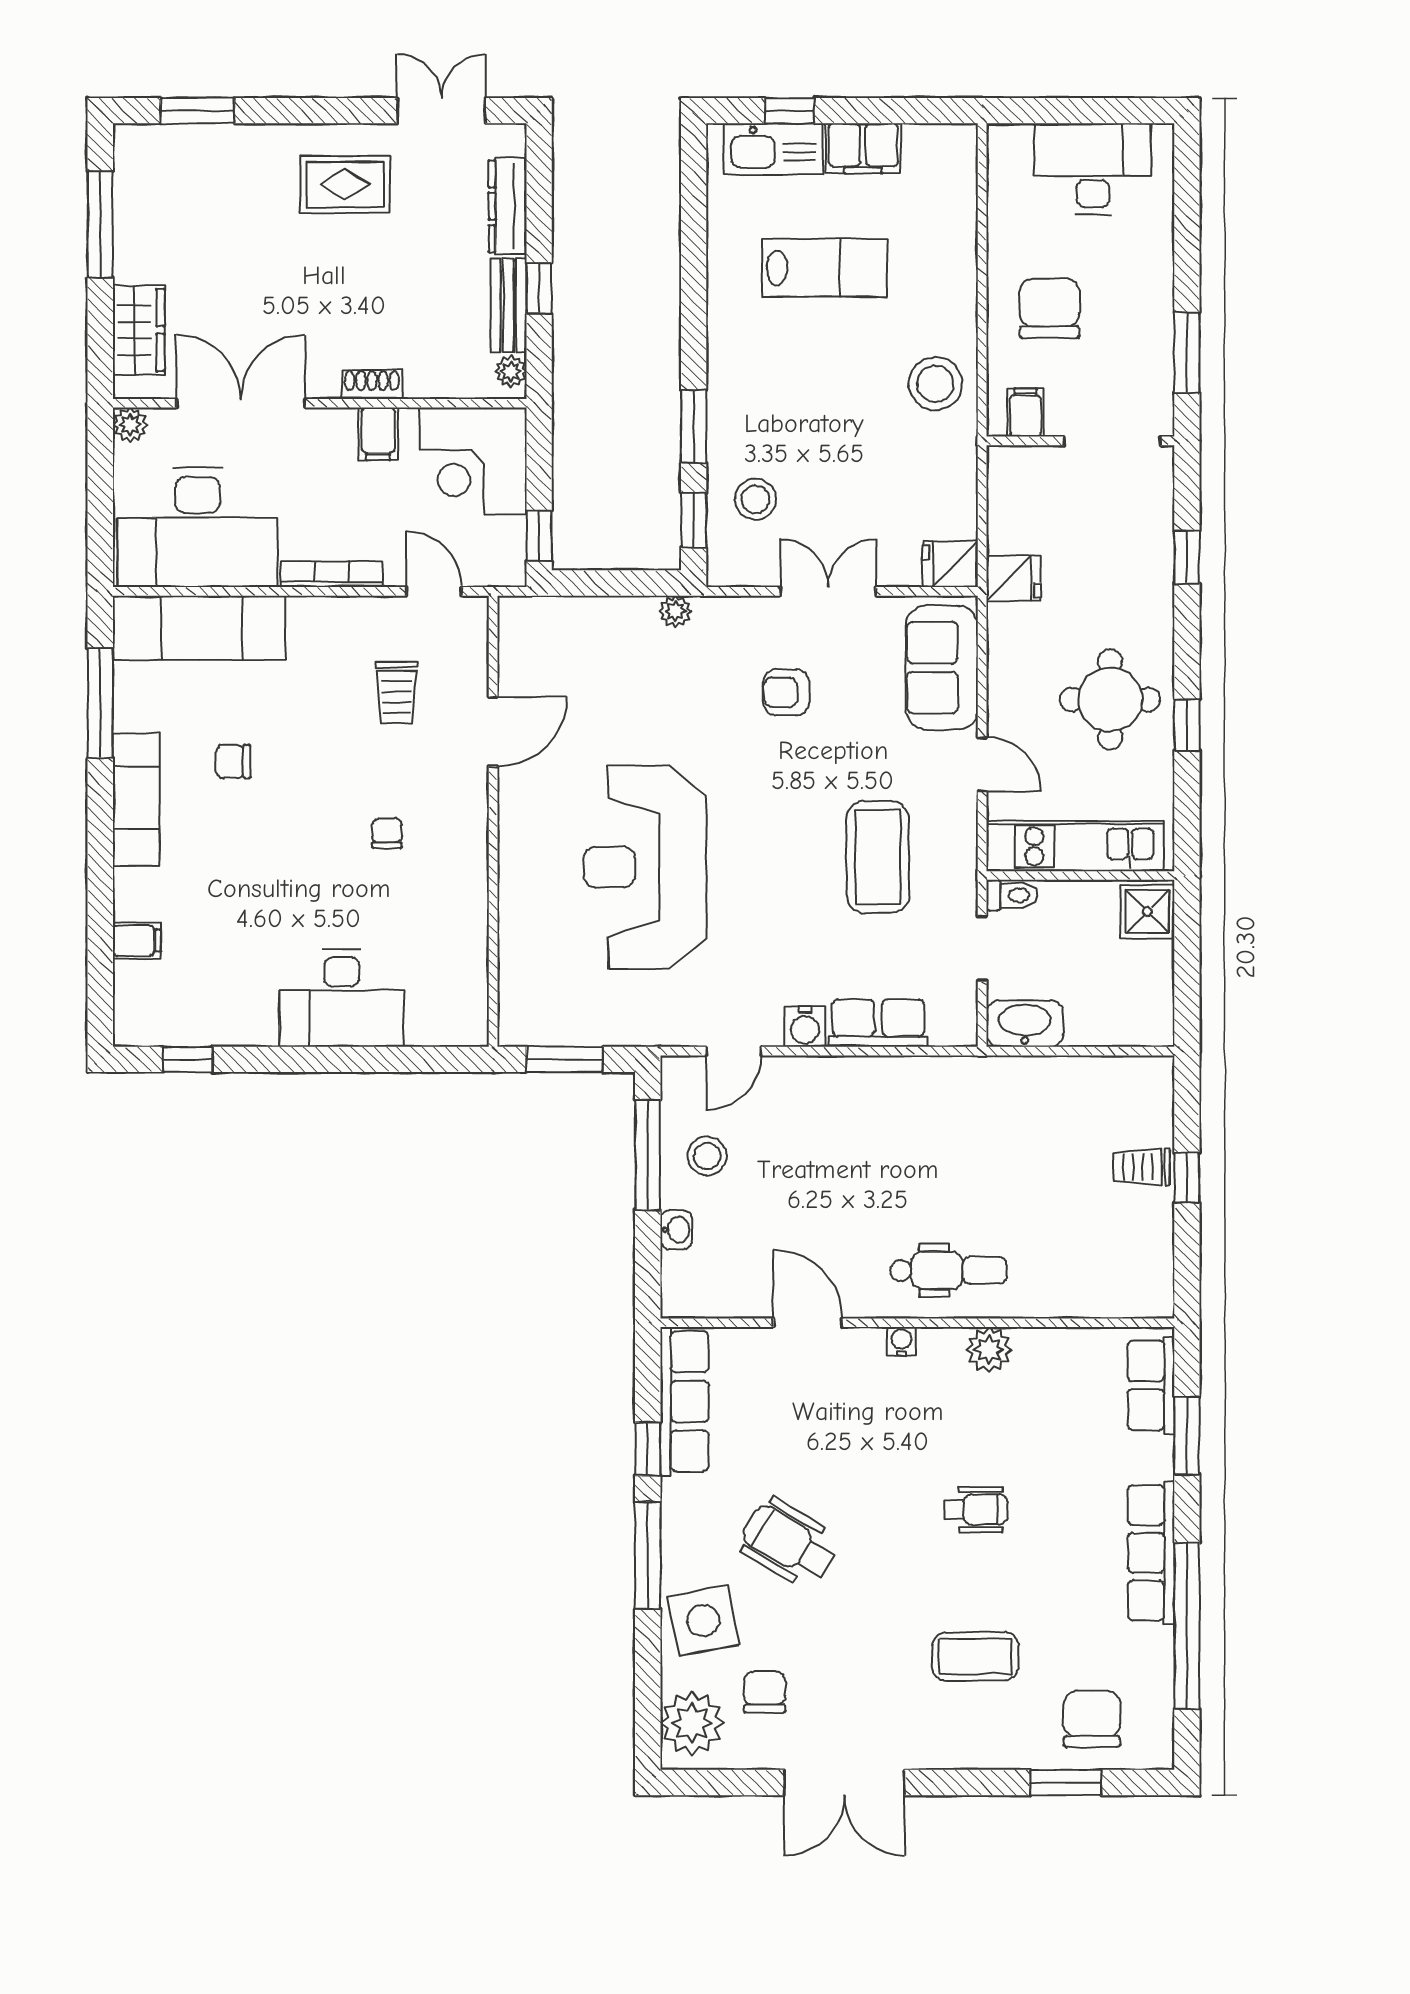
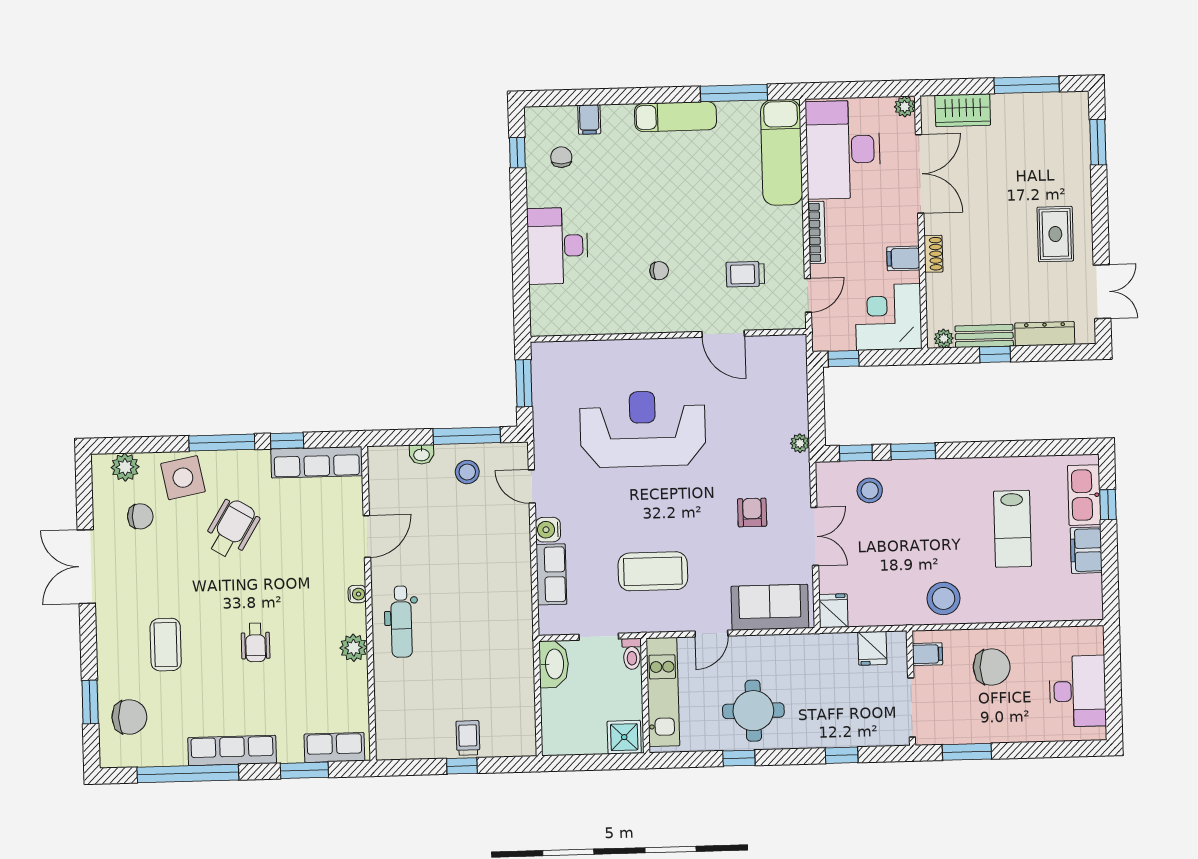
fridge: (1014, 578) -> (872, 648), moved
chair: (233, 761) -> (561, 157), moved
plant: (692, 1723) -> (125, 467), width x0.73, depth x0.73

